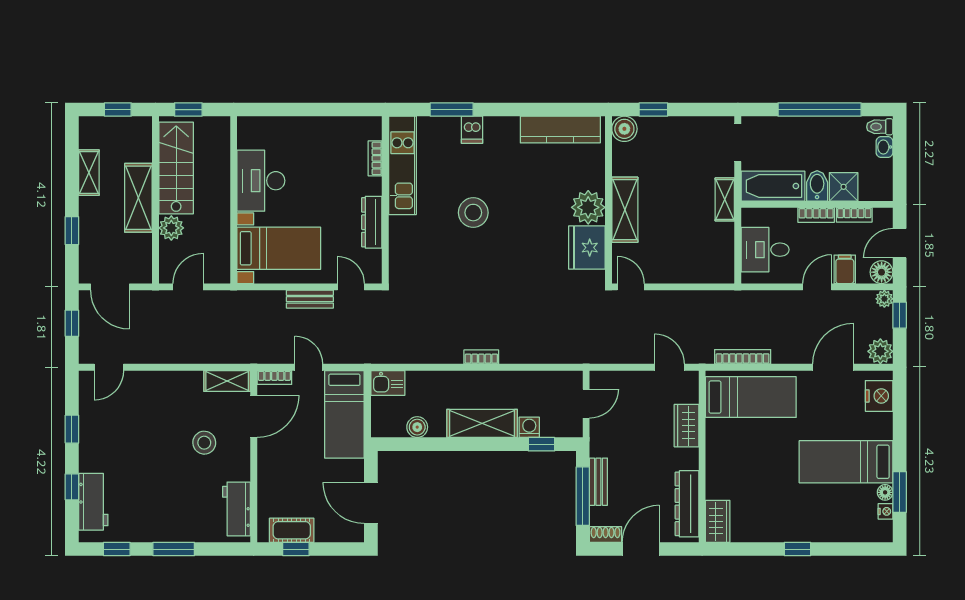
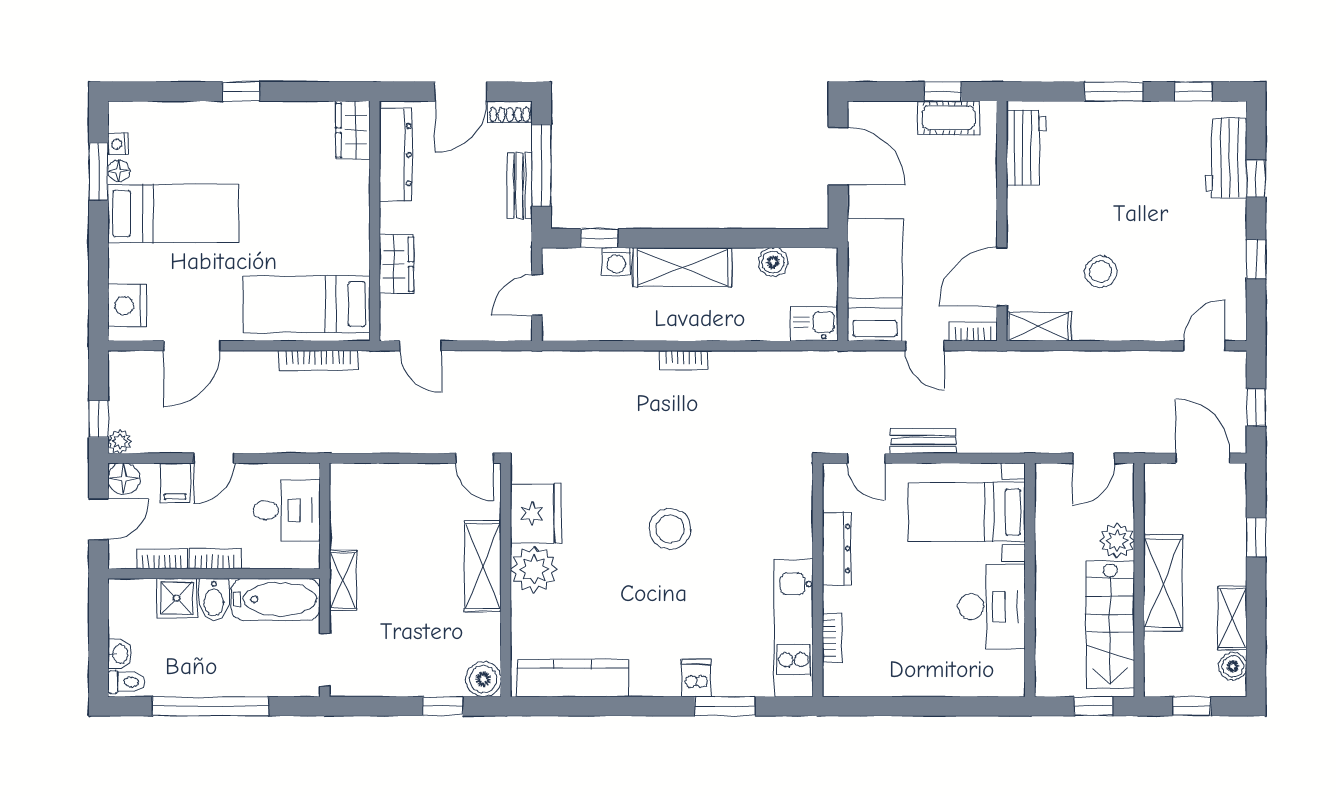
boiler: (89, 138) -> (1233, 666), added
stool: (473, 213) -> (670, 529), moved
plant: (880, 351) -> (125, 368), removed
stool: (204, 443) -> (1101, 272), moved

